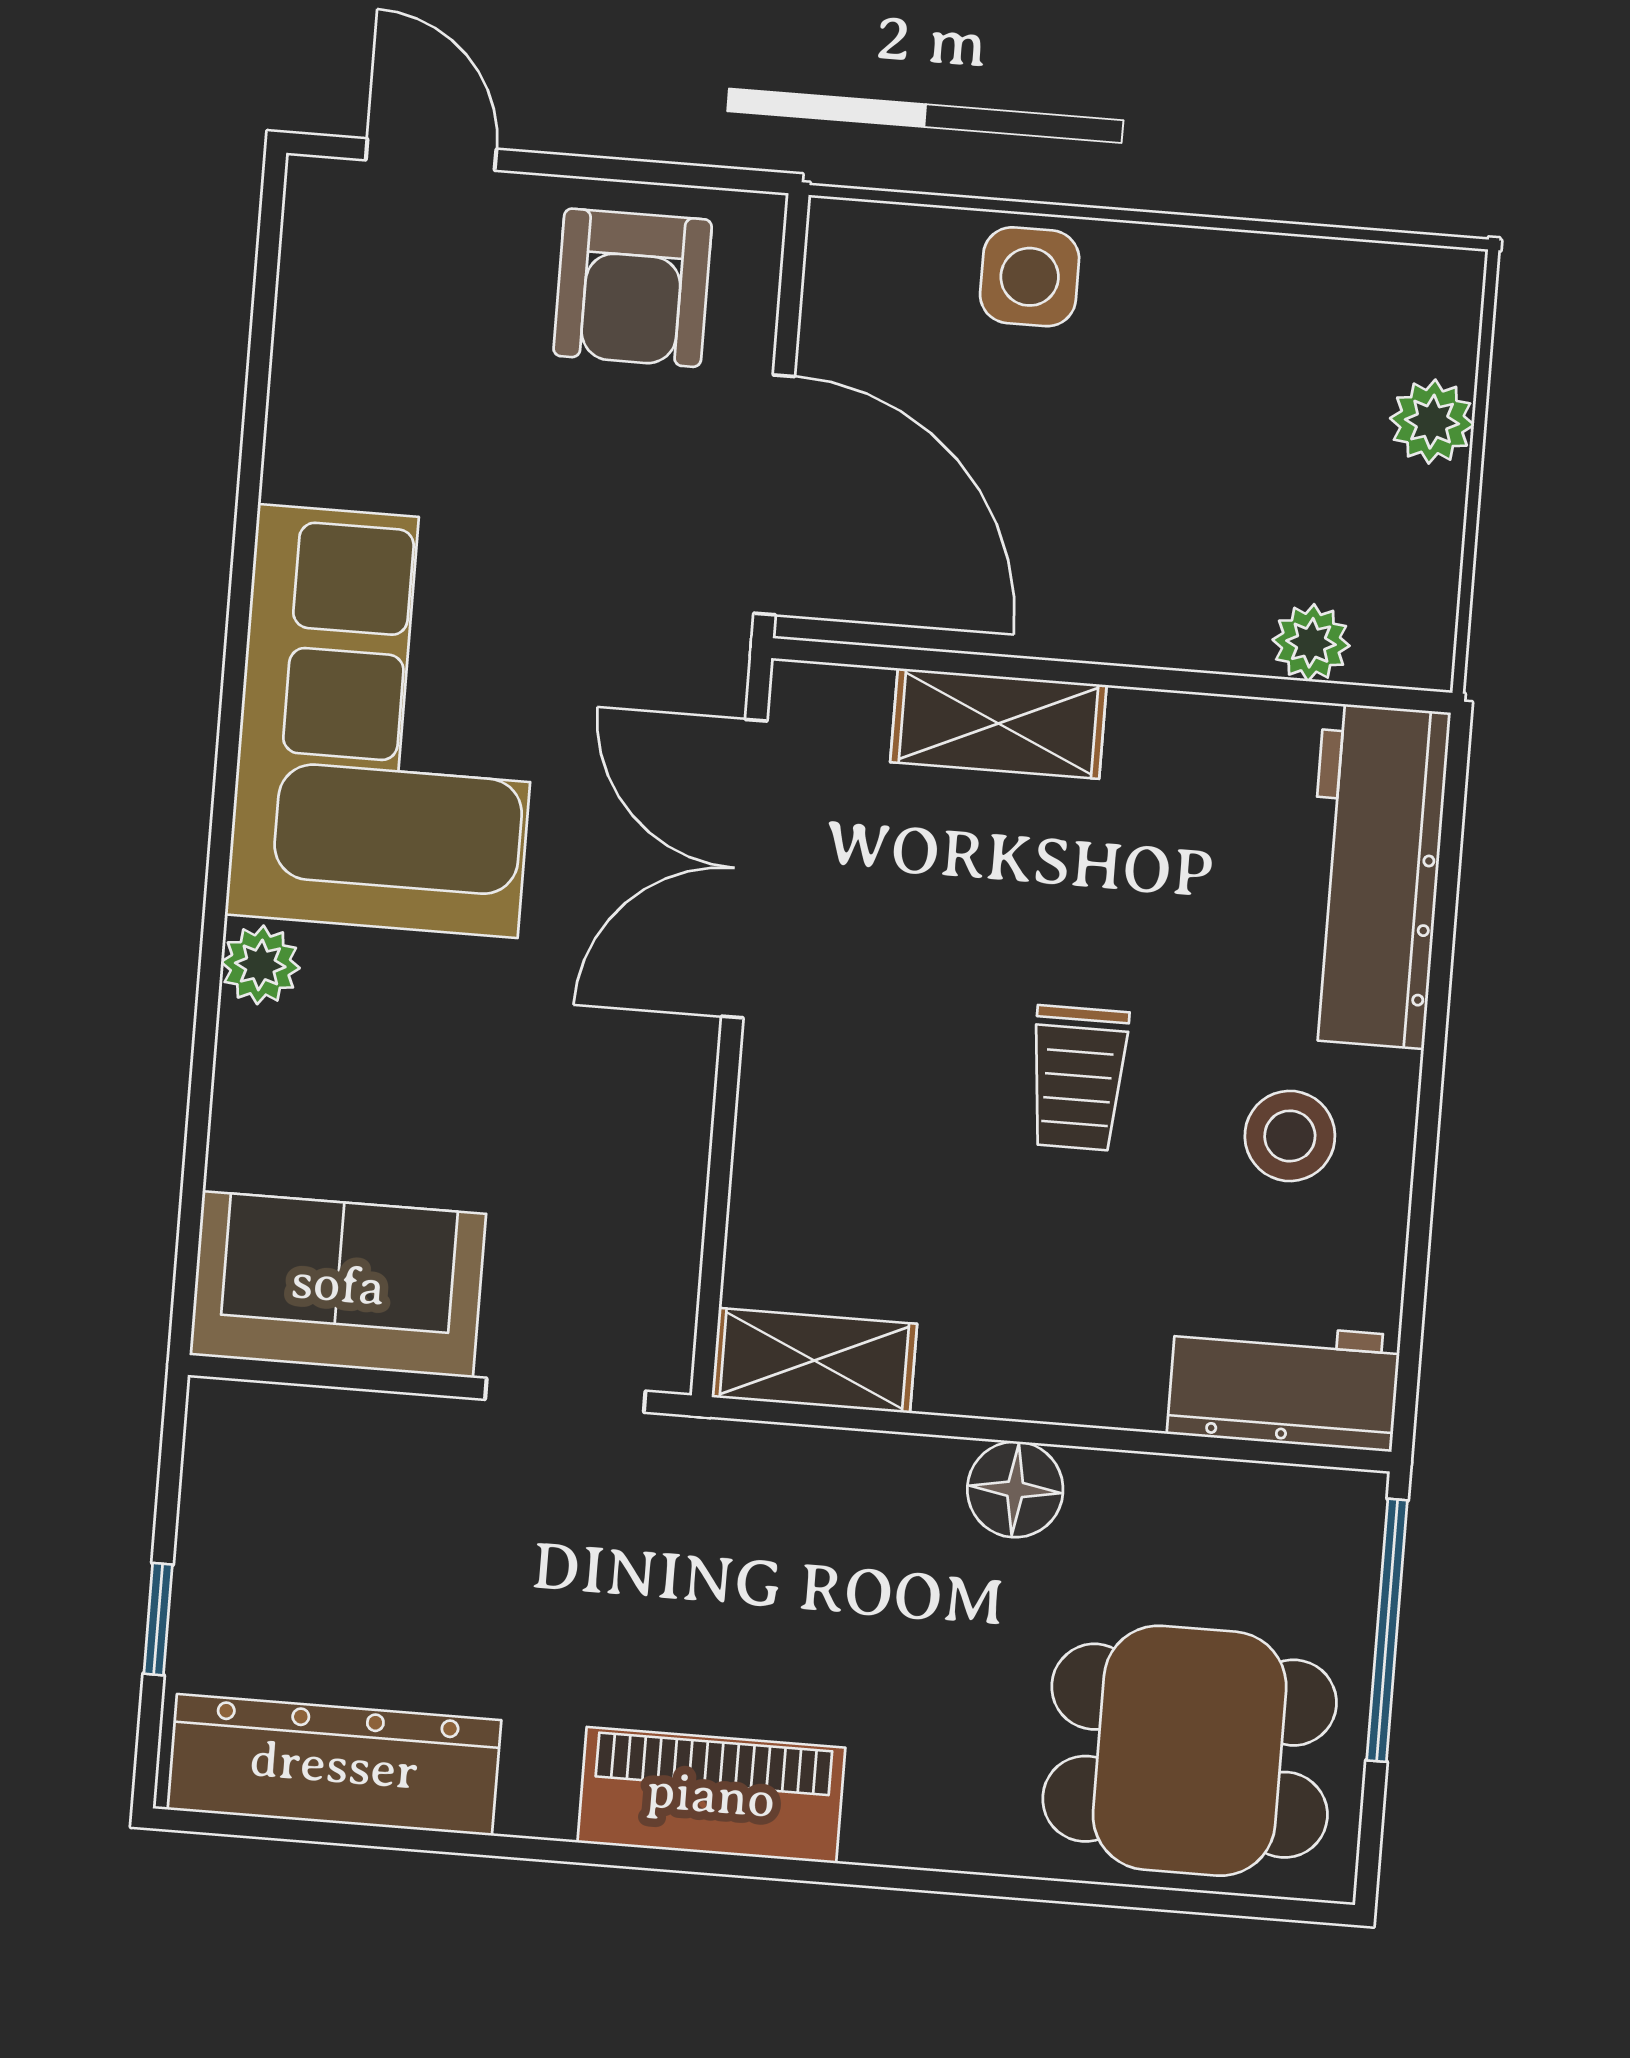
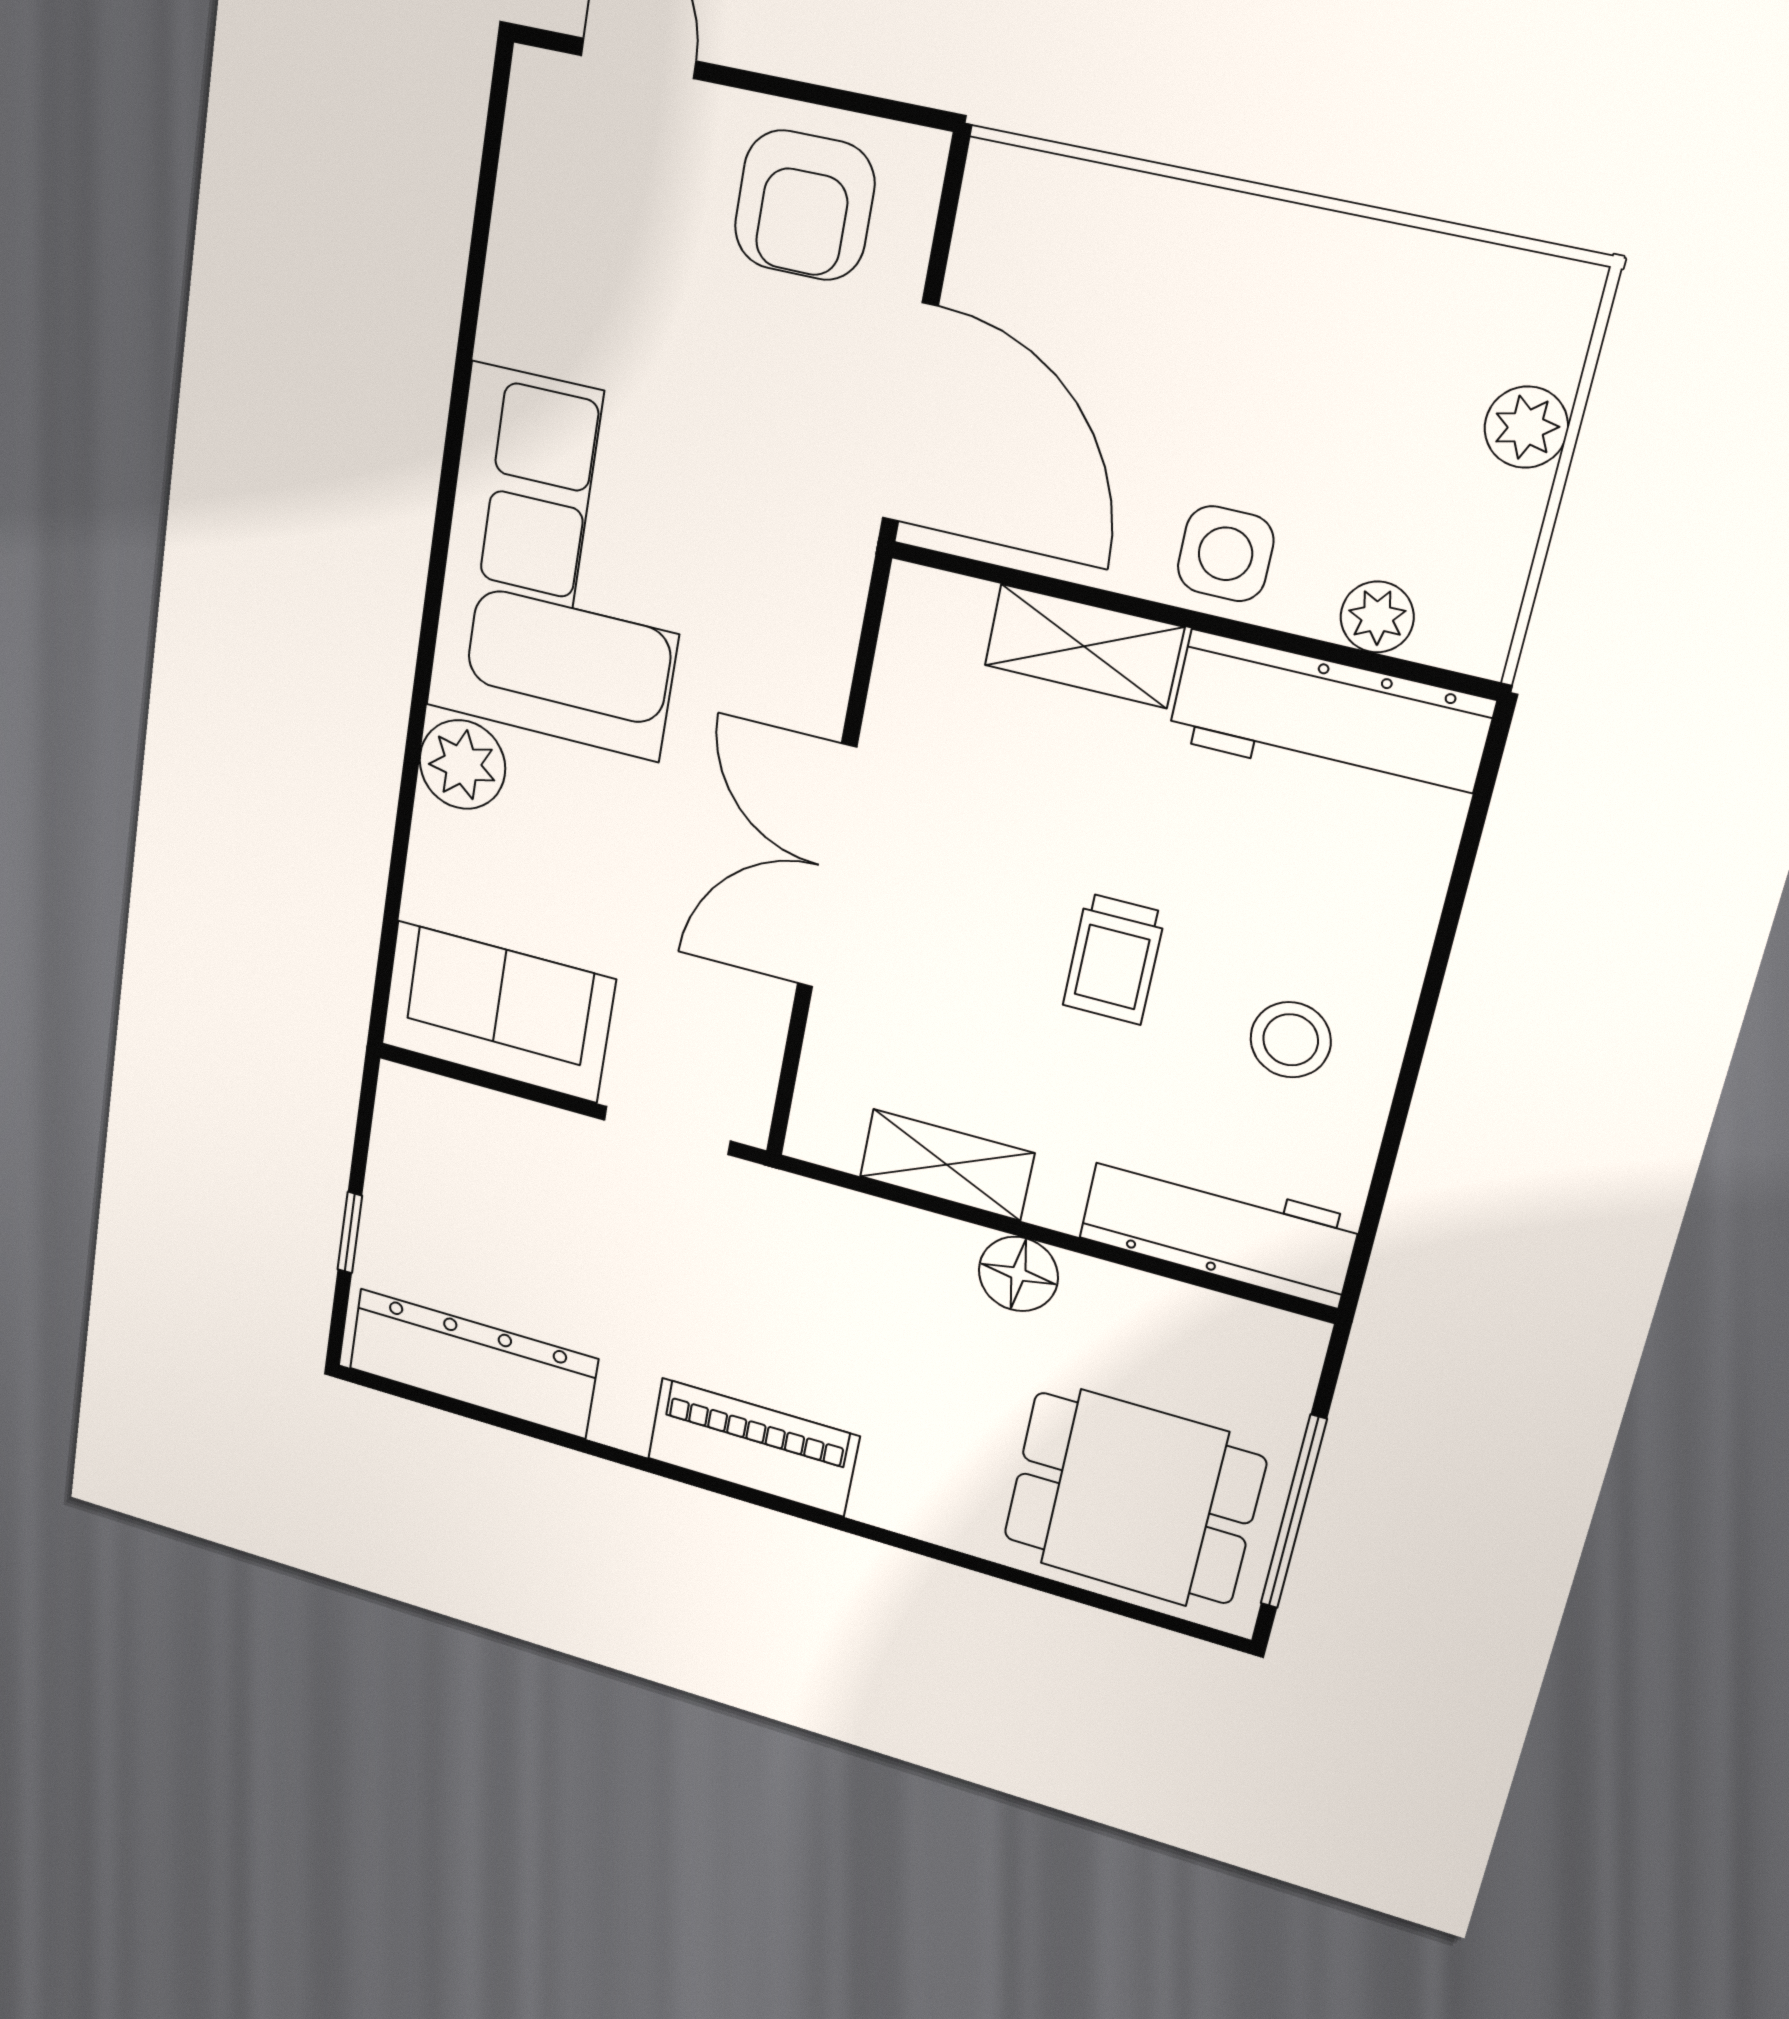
side table: (1030, 277) -> (1226, 554), moved
double door: (744, 869) -> (827, 867), moved
workbench: (1374, 876) -> (1330, 719), moved, turned -90
plant: (260, 965) -> (462, 765), width x1.38, depth x1.38
shelving: (814, 1360) -> (947, 1165), moved
workbench: (1284, 1385) -> (1219, 1228), width x1.38
window: (1387, 1630) -> (1294, 1512), moved

